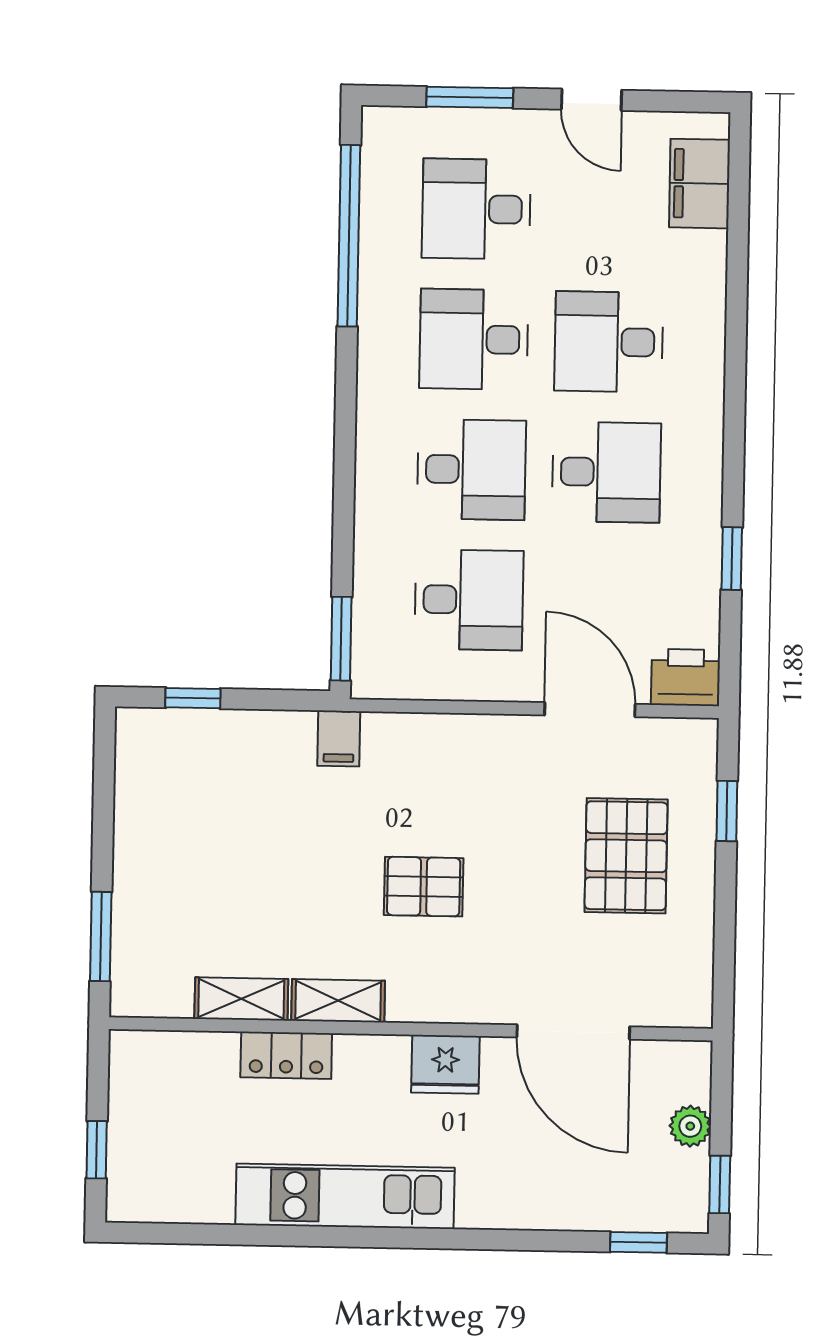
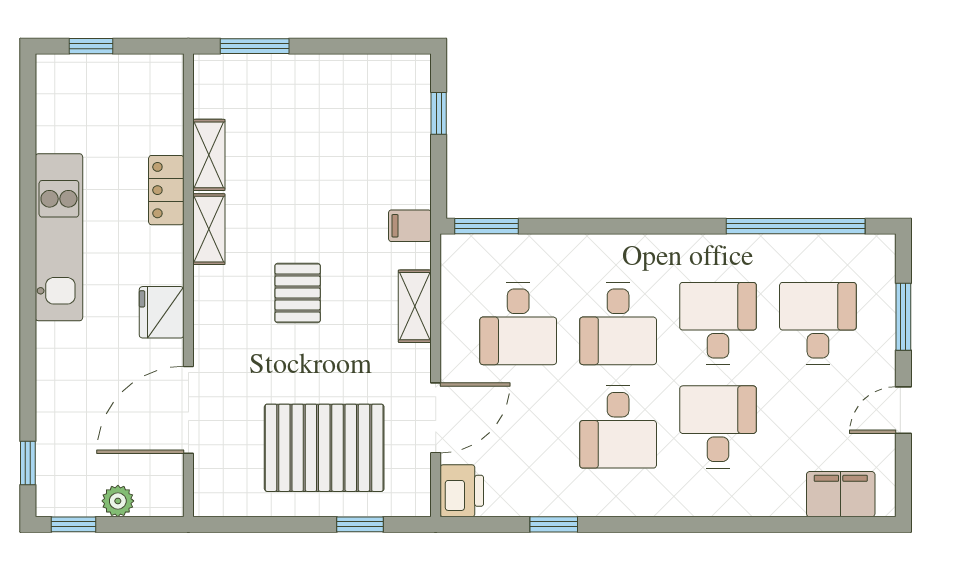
shelving: (444, 734) -> (415, 306), added
pallet: (626, 856) -> (324, 448), width x1.37, depth x1.41

